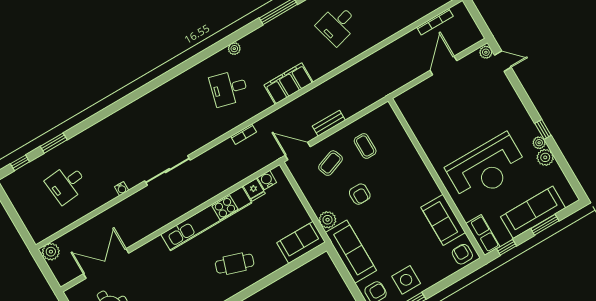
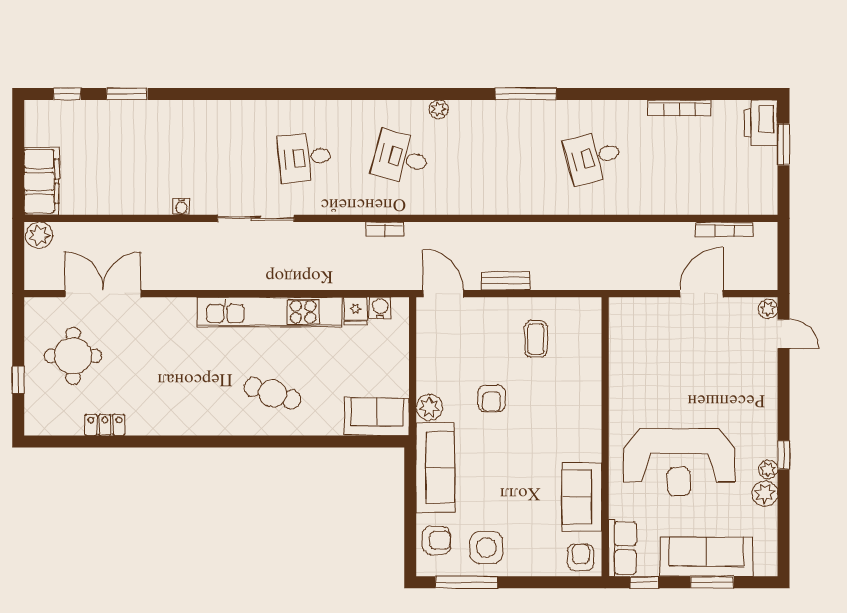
filing cabinet: (289, 84) -> (41, 181), moved, turned 90
coffee table: (330, 163) -> (477, 335), removed
desk: (66, 184) -> (305, 157), moved

